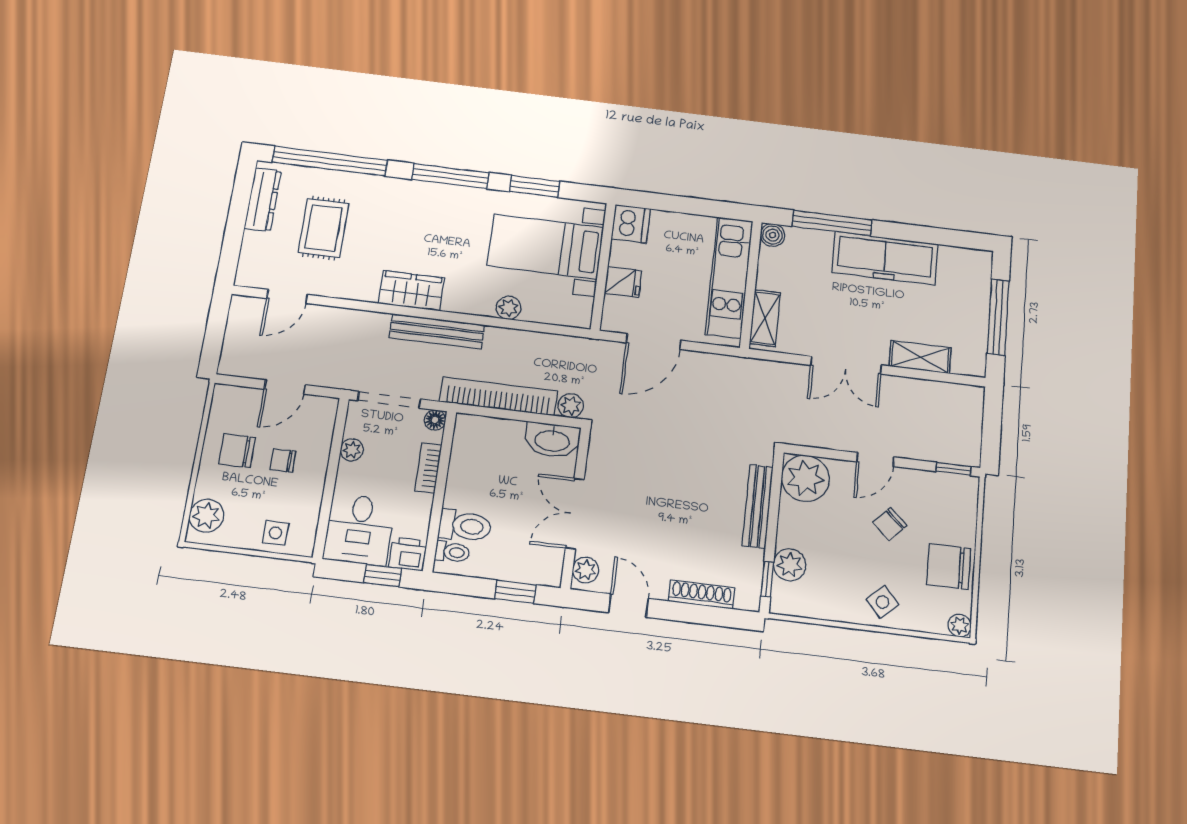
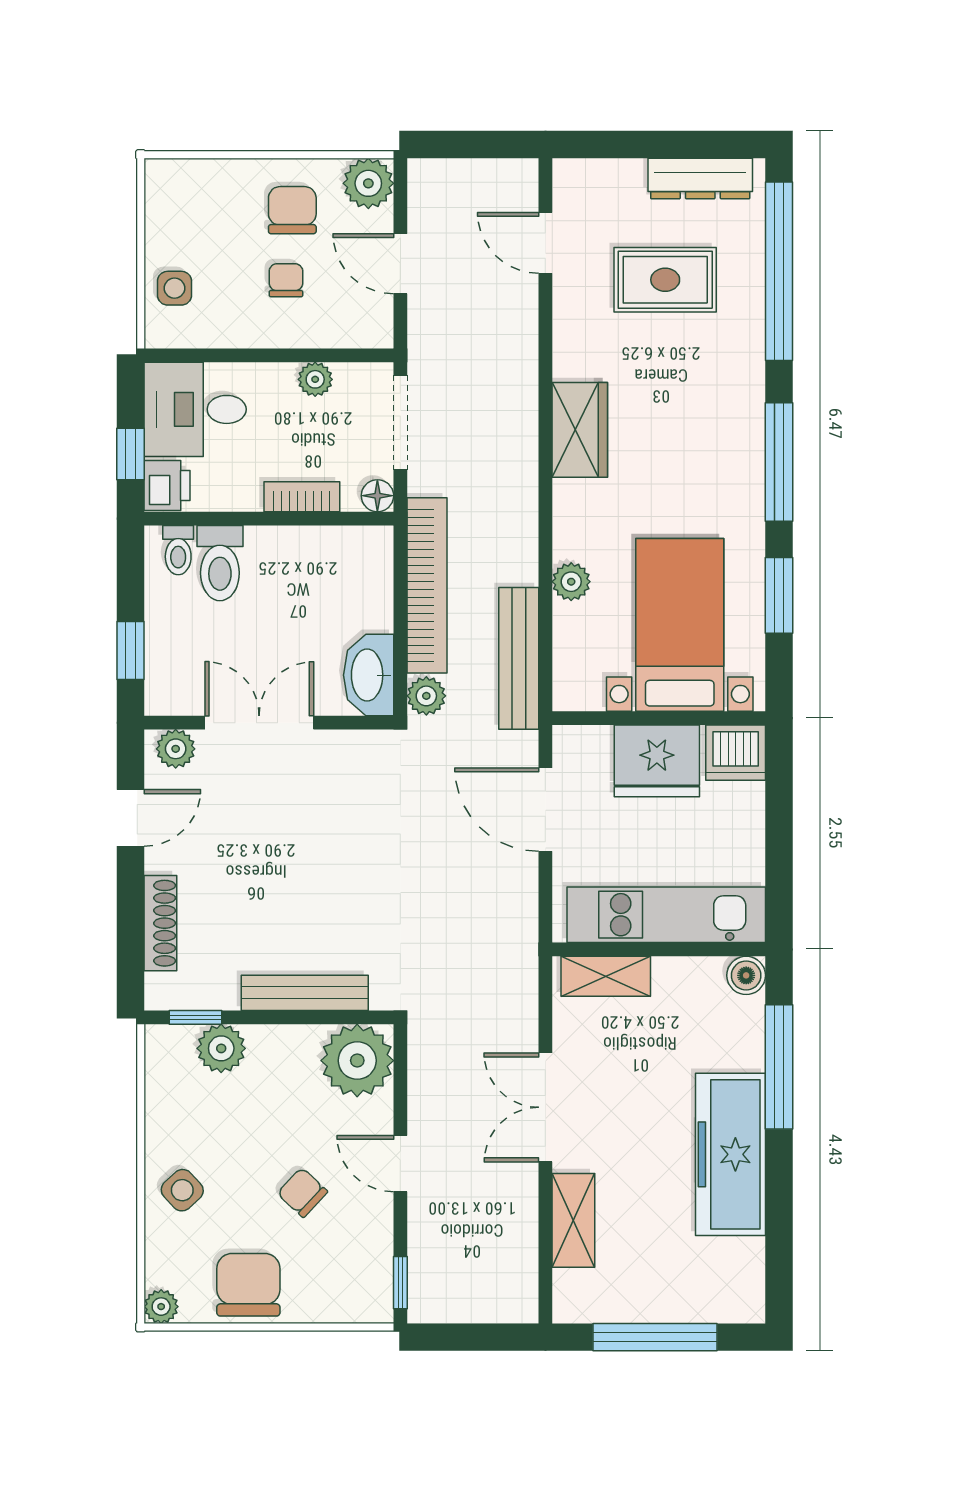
fridge: (623, 282) -> (657, 761), width x1.88, depth x1.34
bench: (437, 331) -> (519, 658), moved
plant: (206, 516) -> (368, 183), moved

